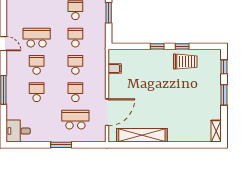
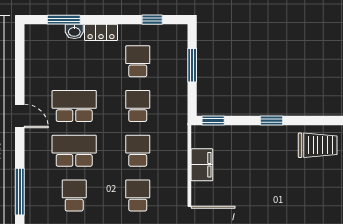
window: (182, 46) -> (213, 120), moved
school desk: (37, 65) -> (74, 151), width x1.85
filing cabinet: (115, 69) -> (202, 165), width x2.00

